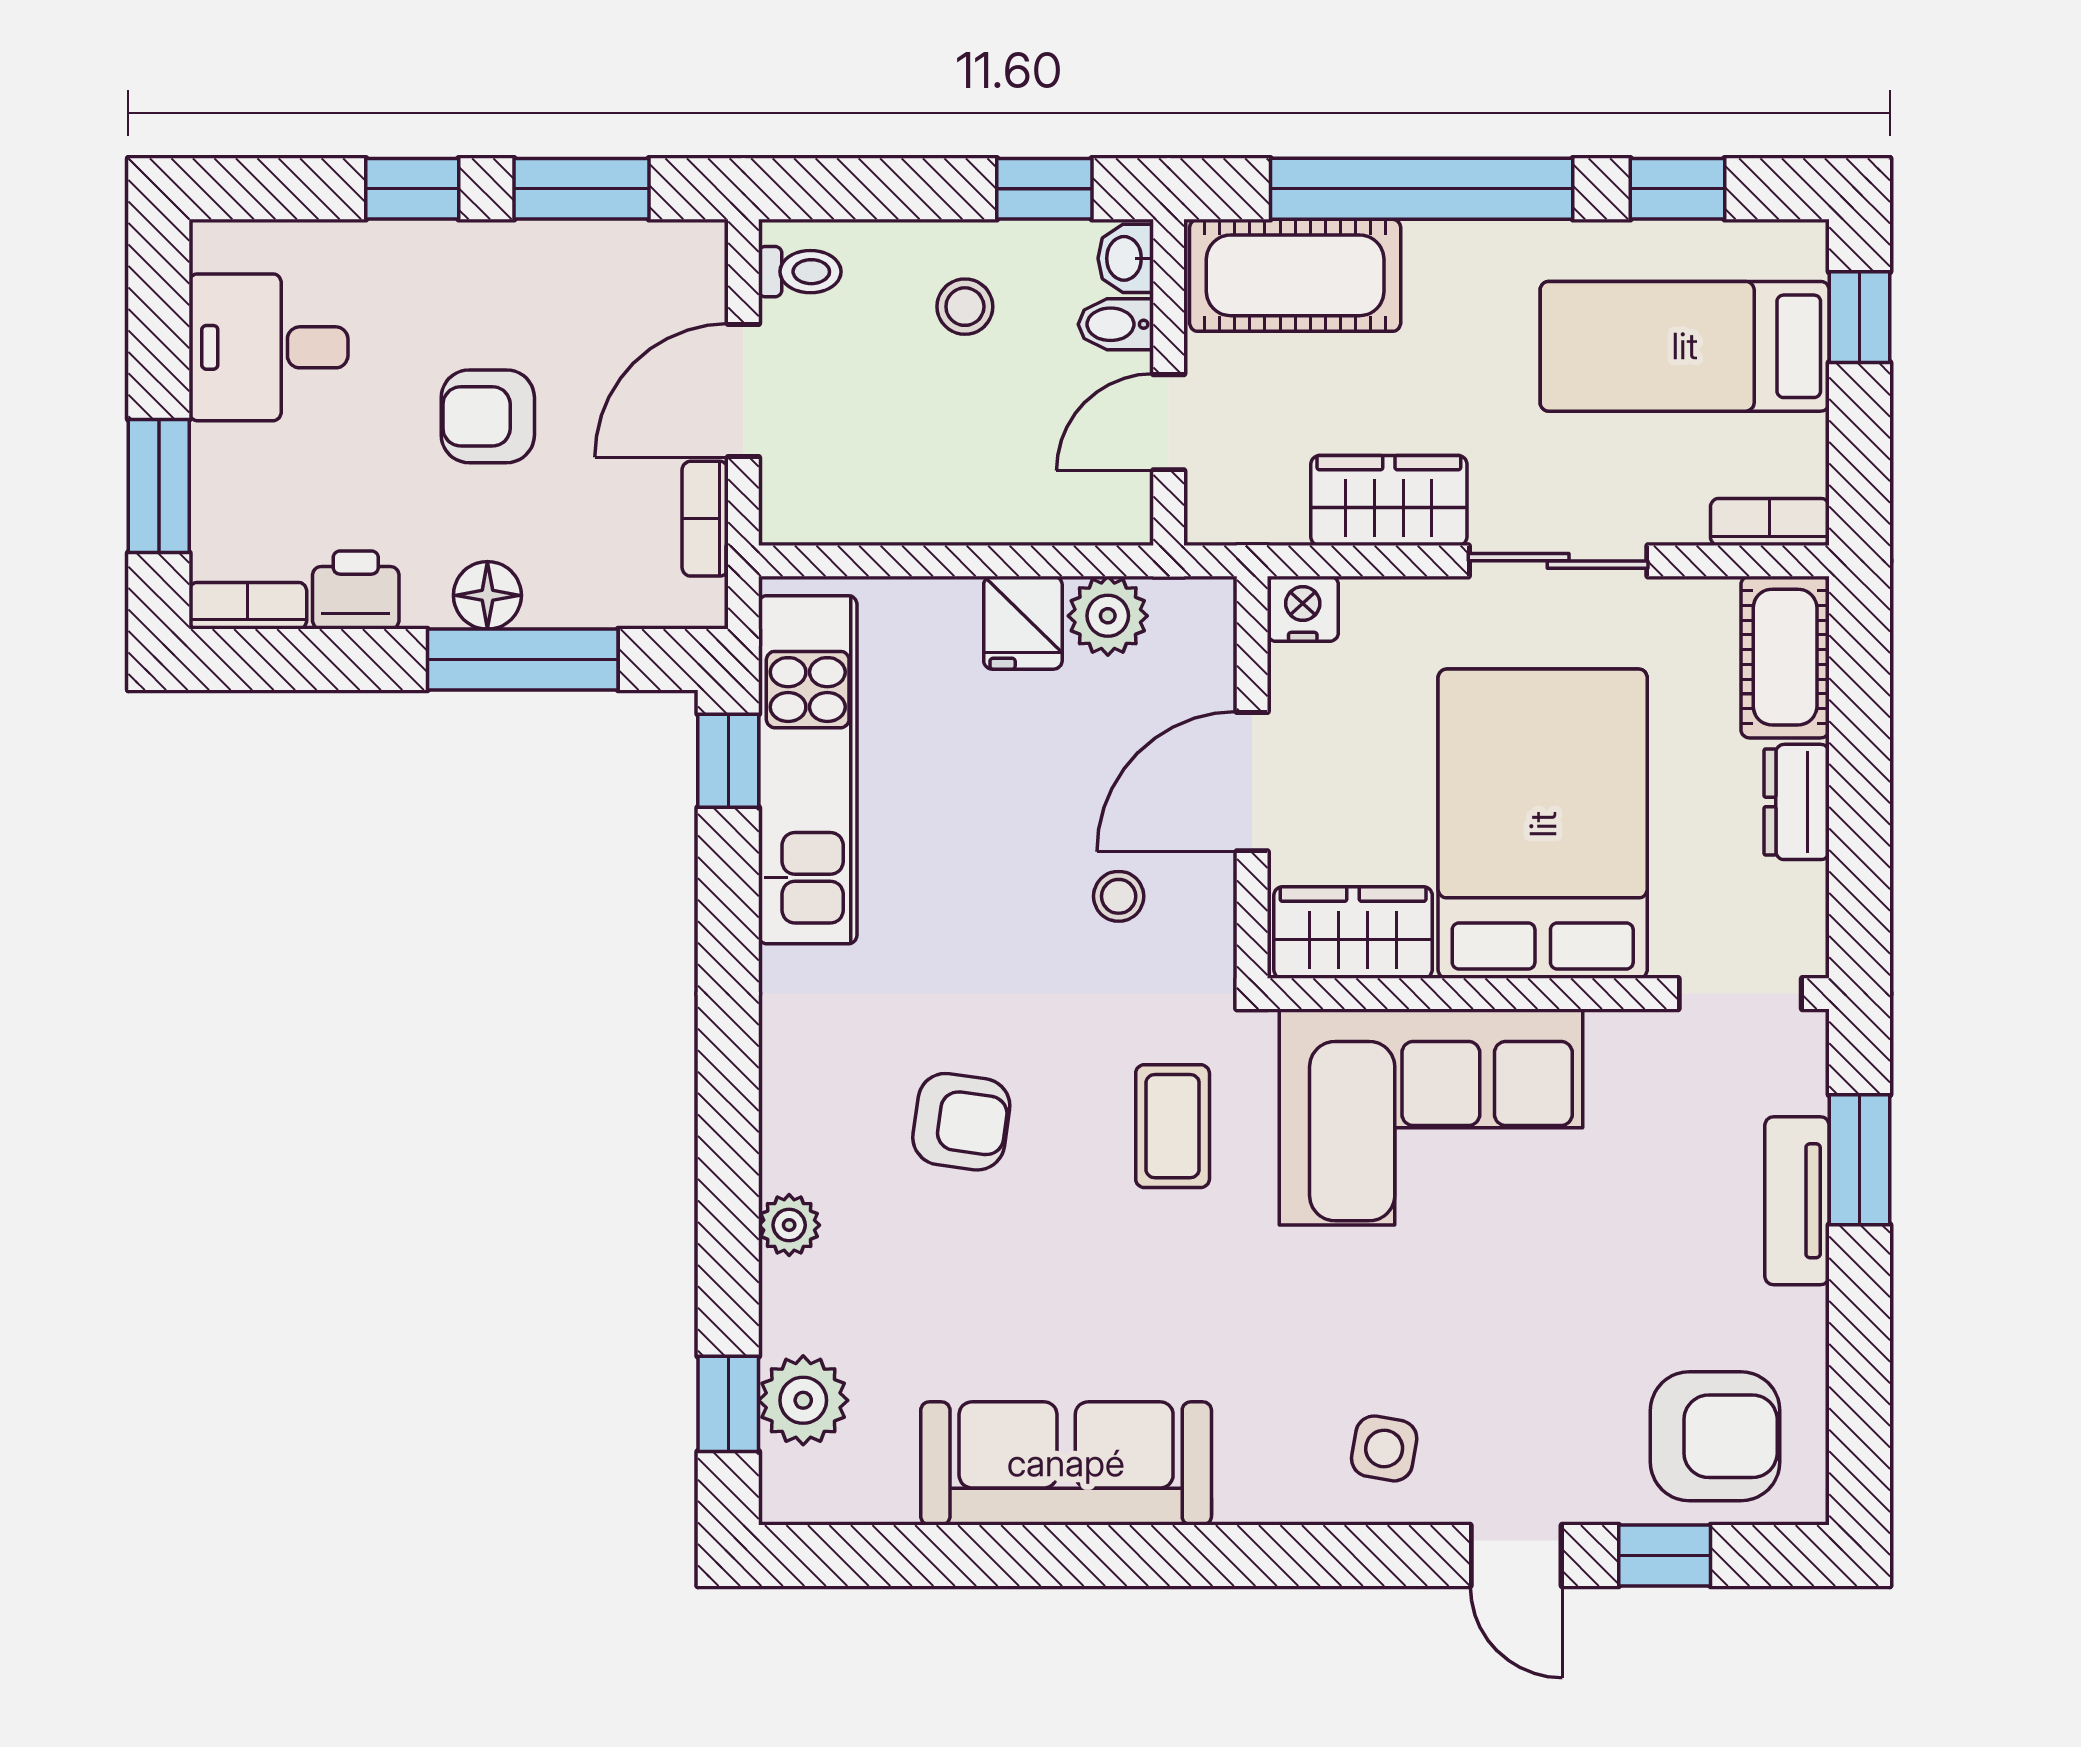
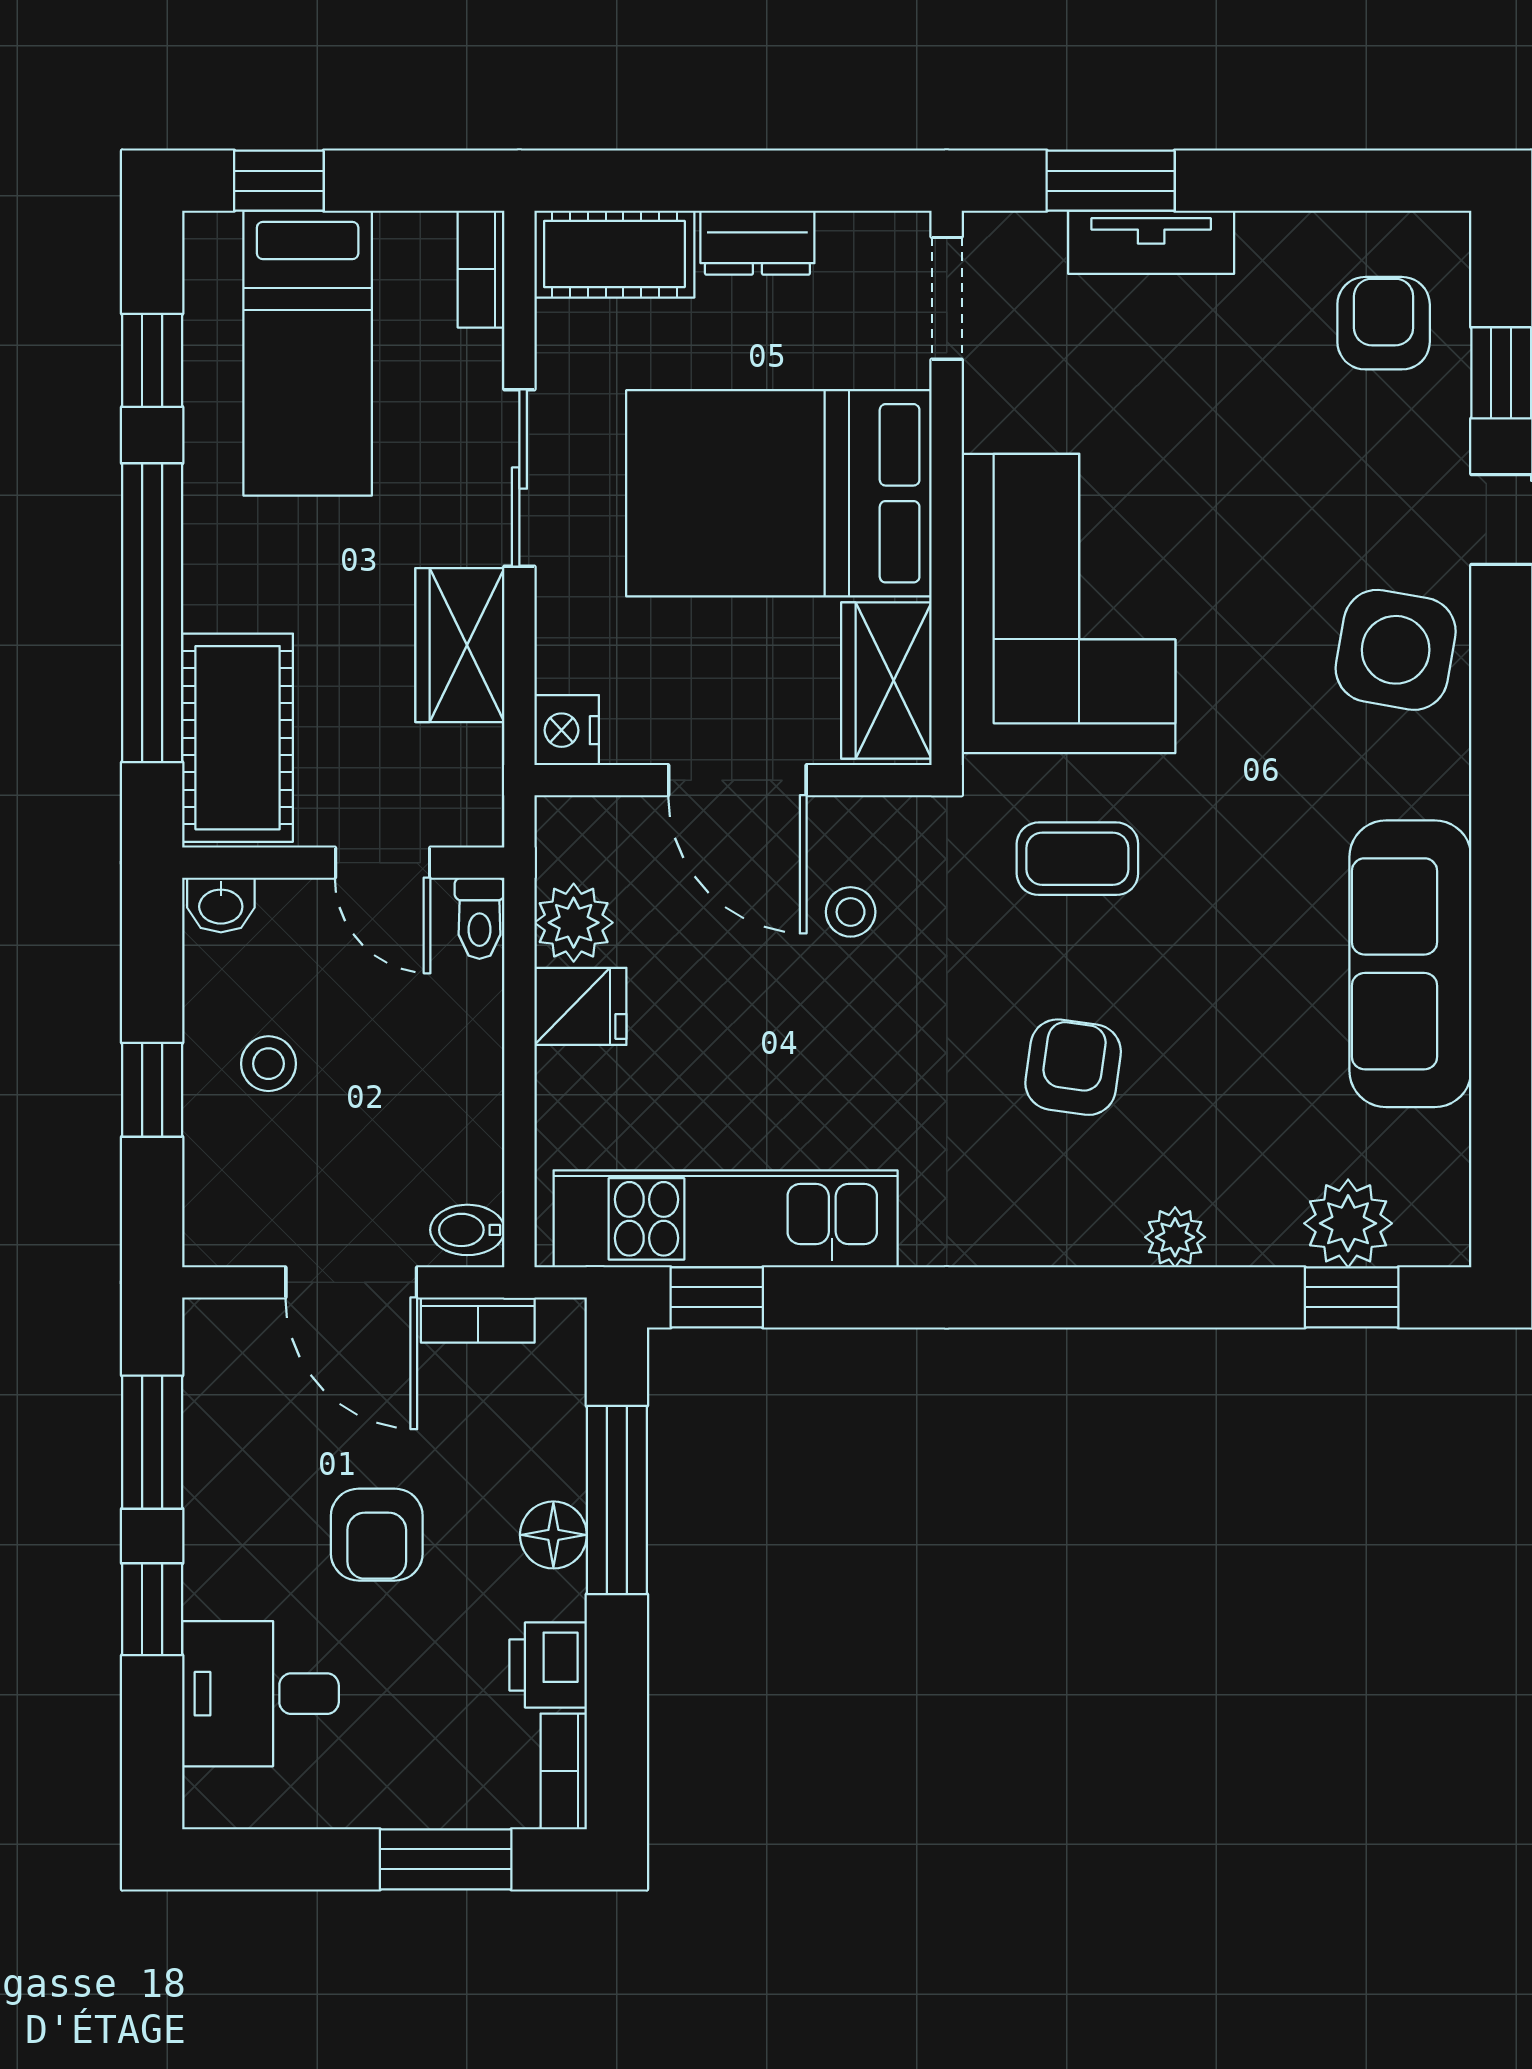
window: (1044, 189) -> (152, 1090), moved
toilet: (800, 272) -> (479, 918), moved, turned 180
bidet: (1116, 324) -> (467, 1230), moved, turned 90
desk: (268, 347) -> (260, 1694), moved, turned 90
armchair: (1715, 1436) -> (1384, 323), width x0.72, depth x0.72
side table: (1384, 1448) -> (1396, 650), width x1.87, depth x1.87

